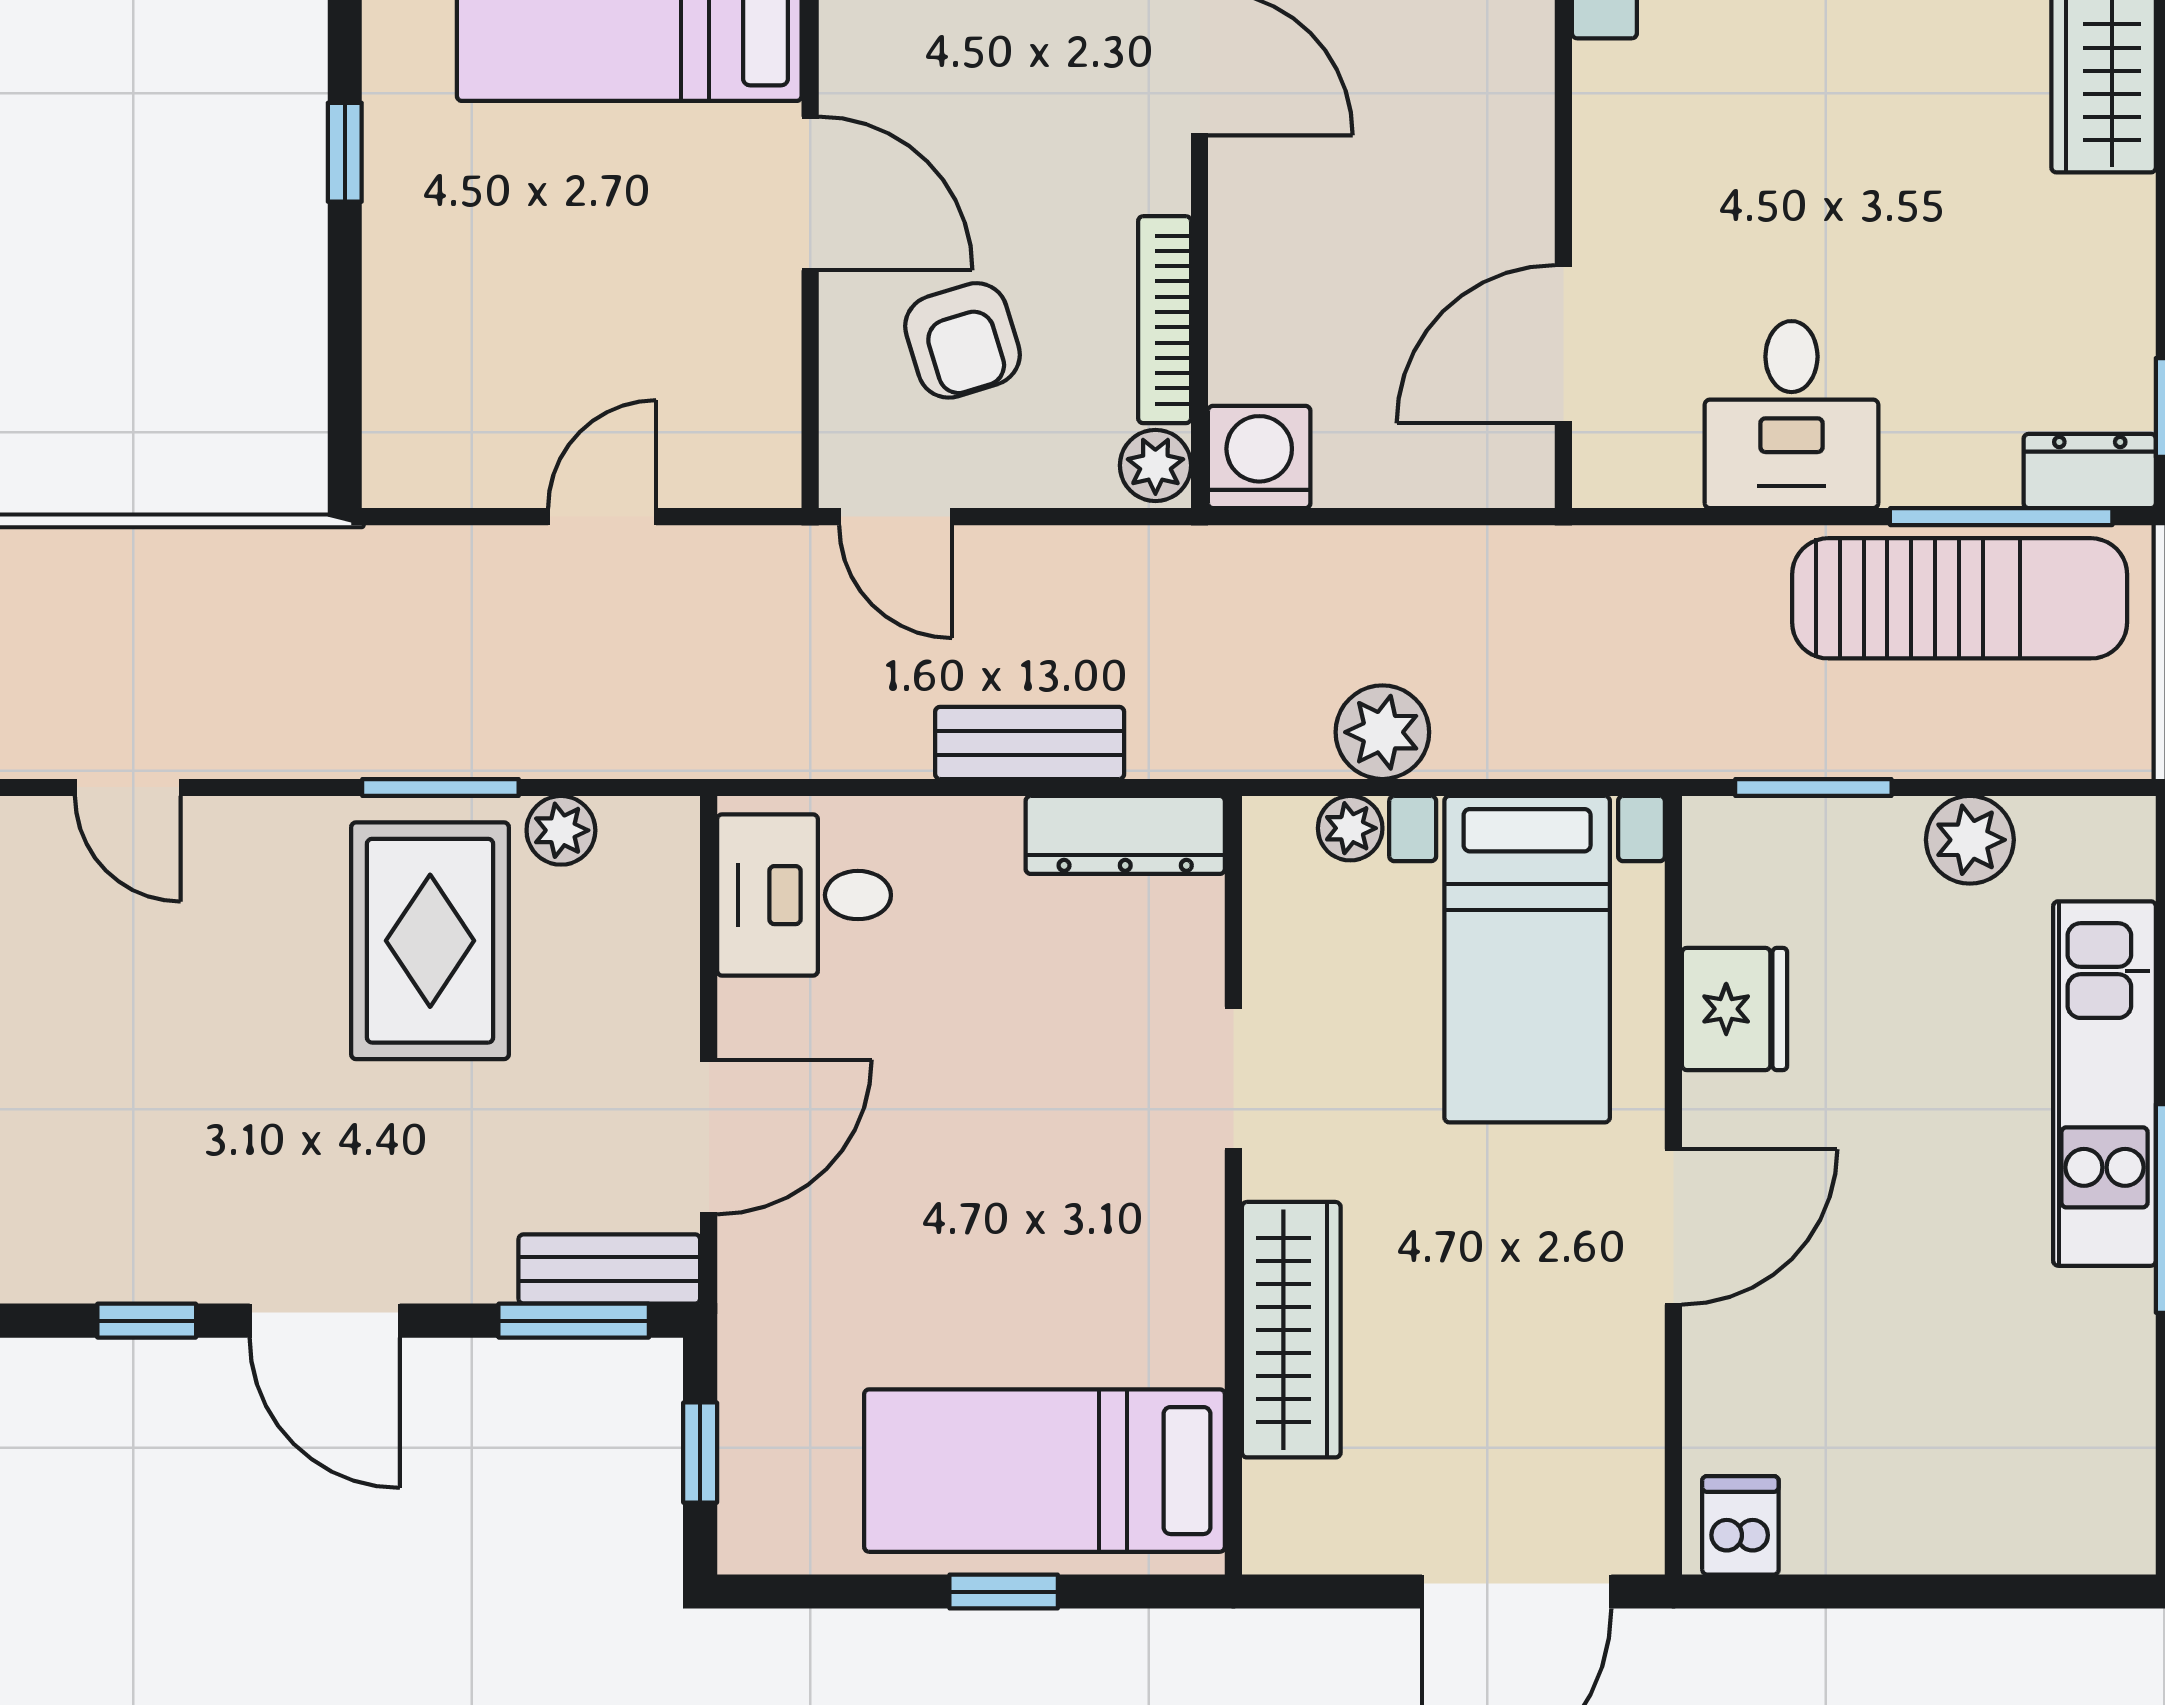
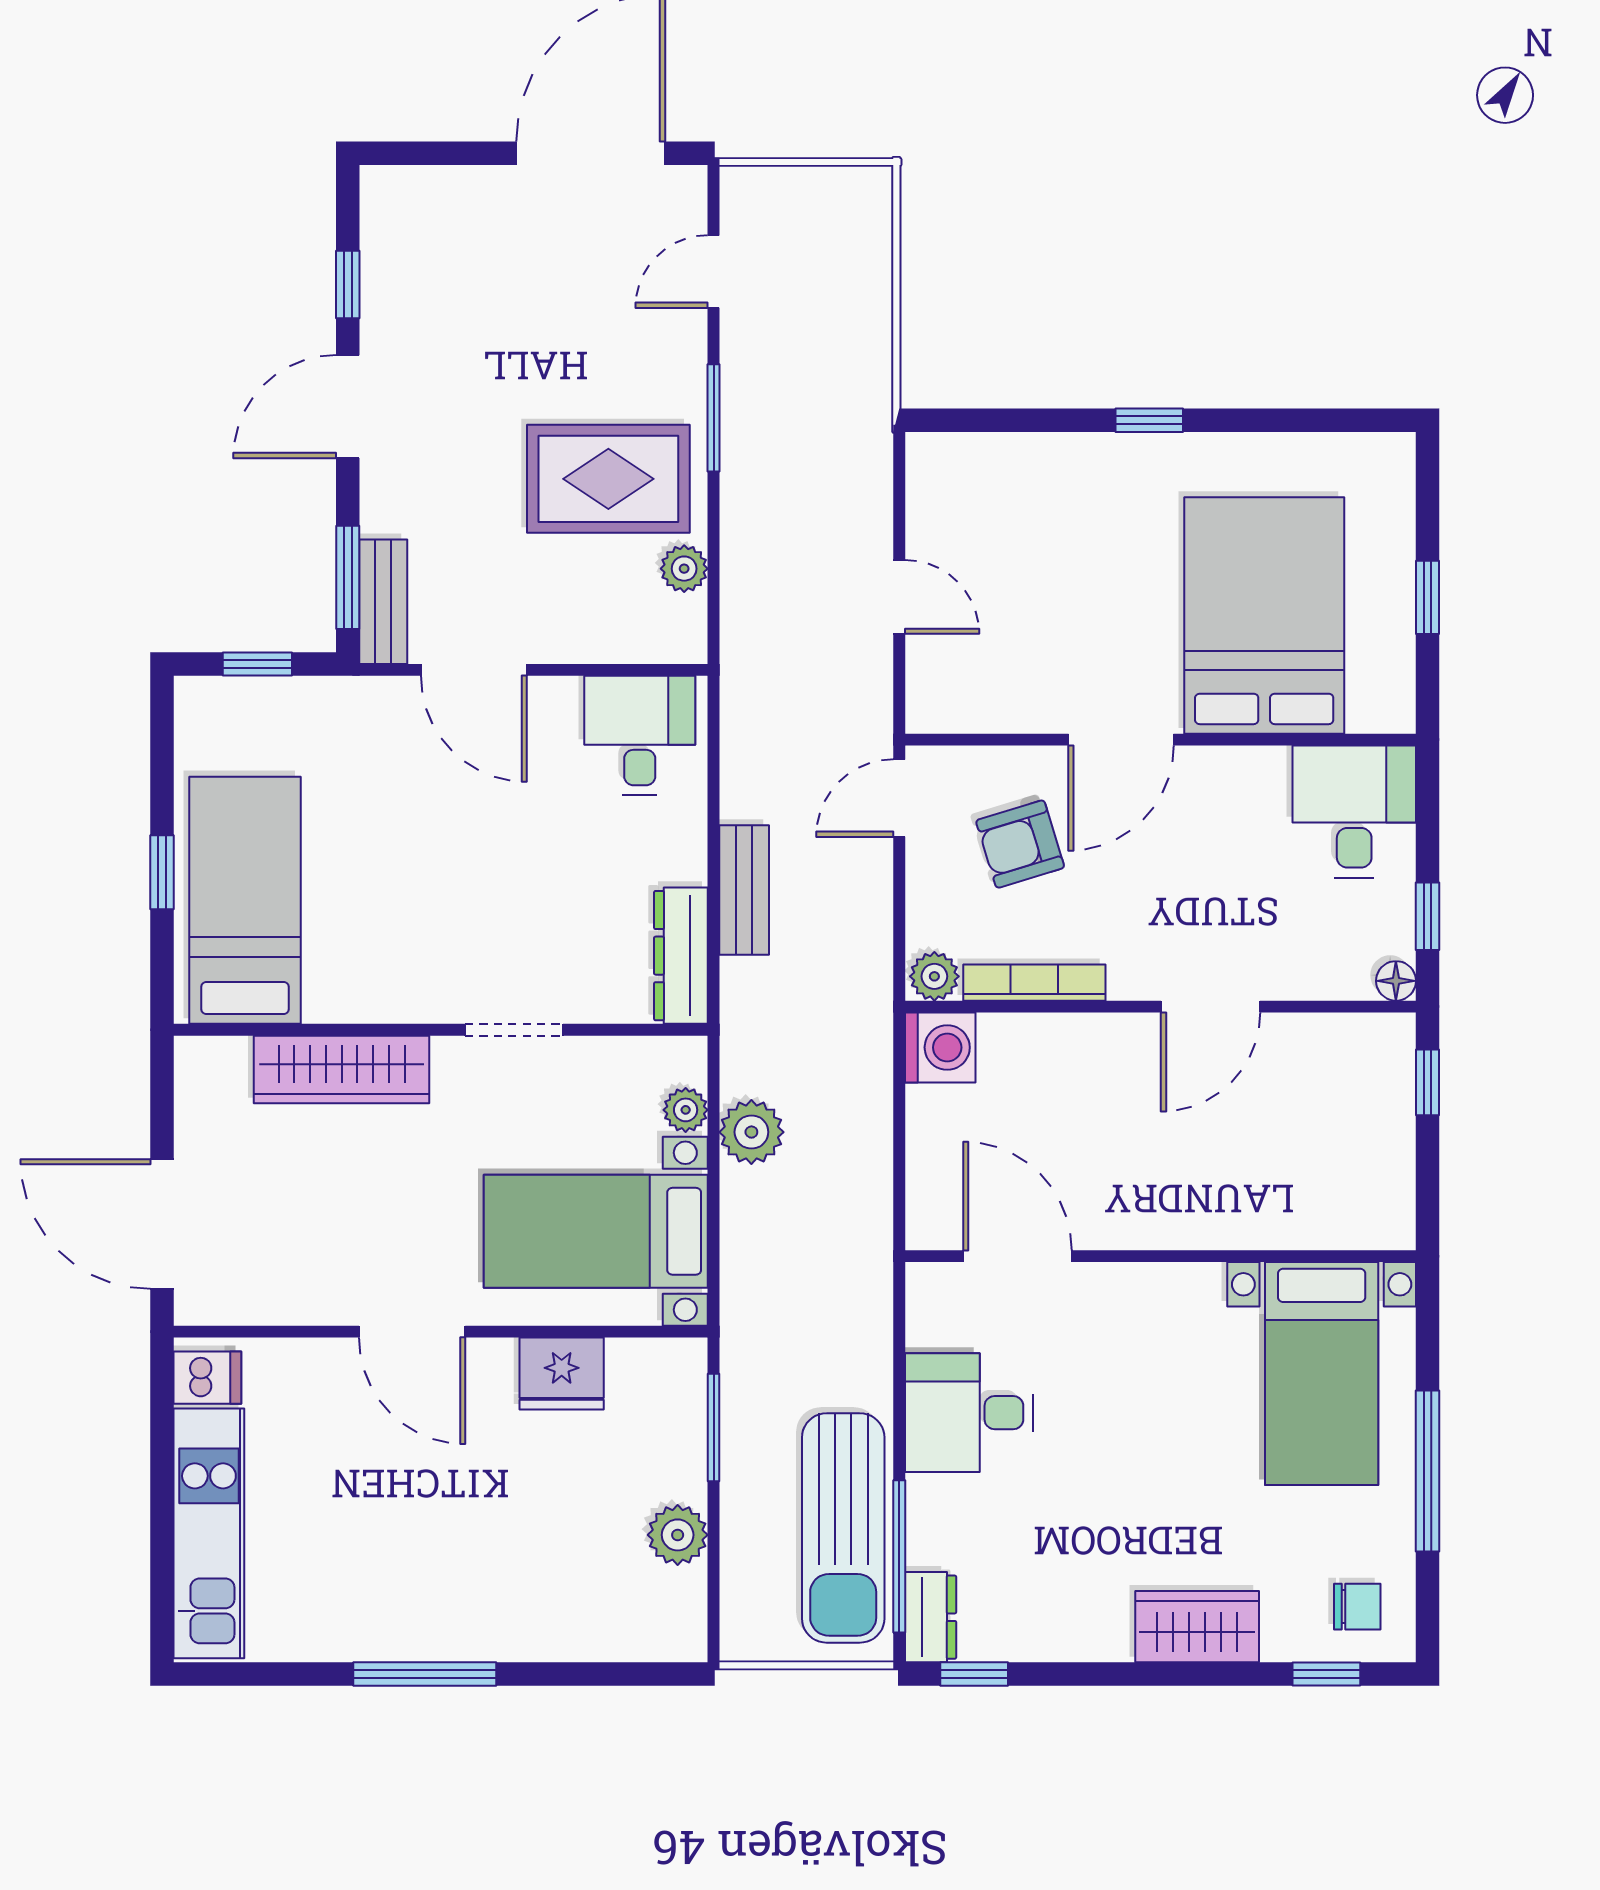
window: (440, 787) -> (714, 418), moved
kitchen unit: (2105, 1084) -> (209, 1533), moved, turned 90

